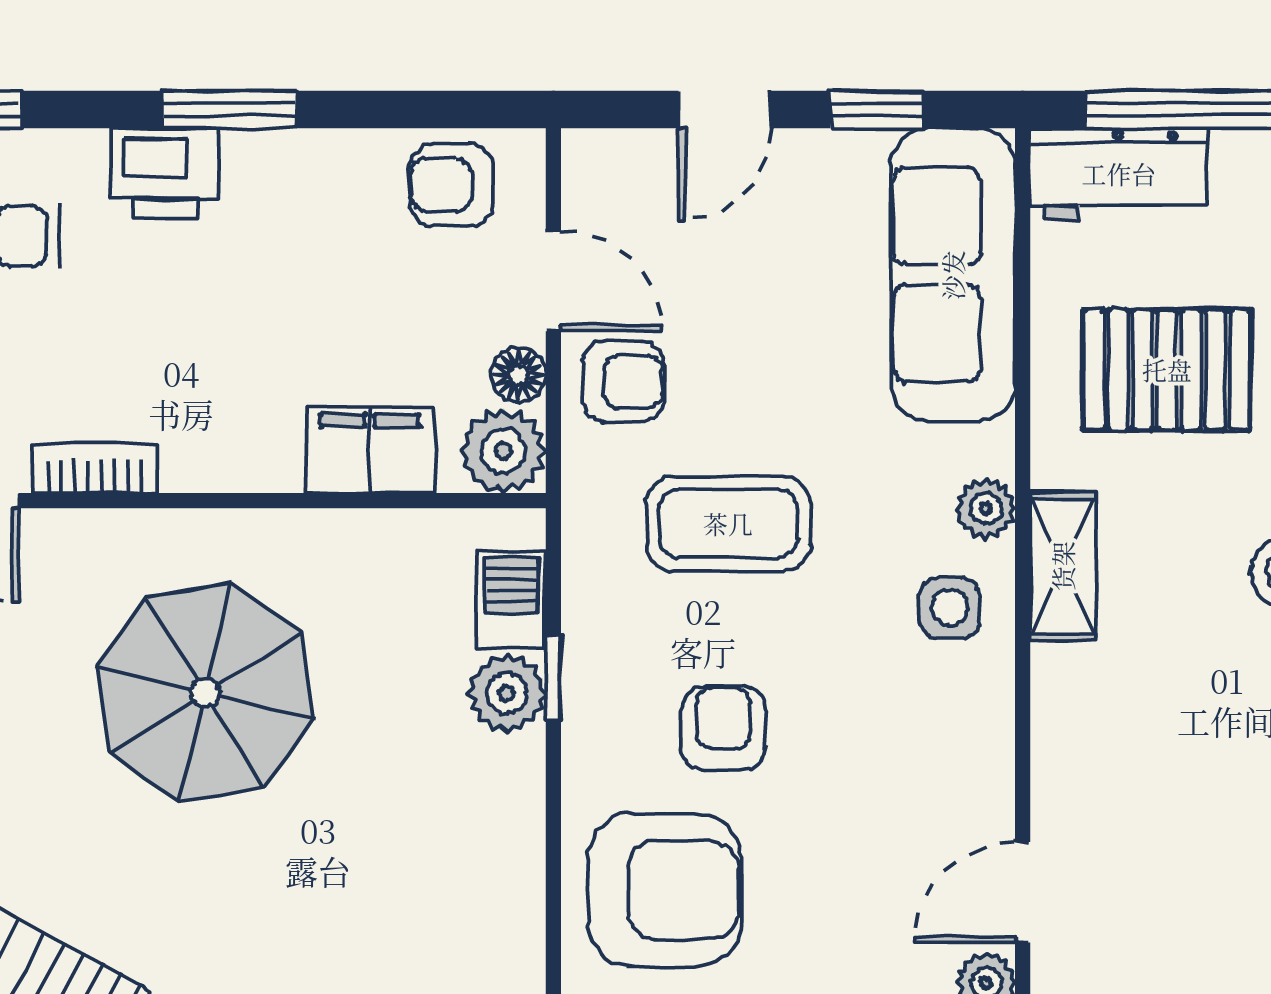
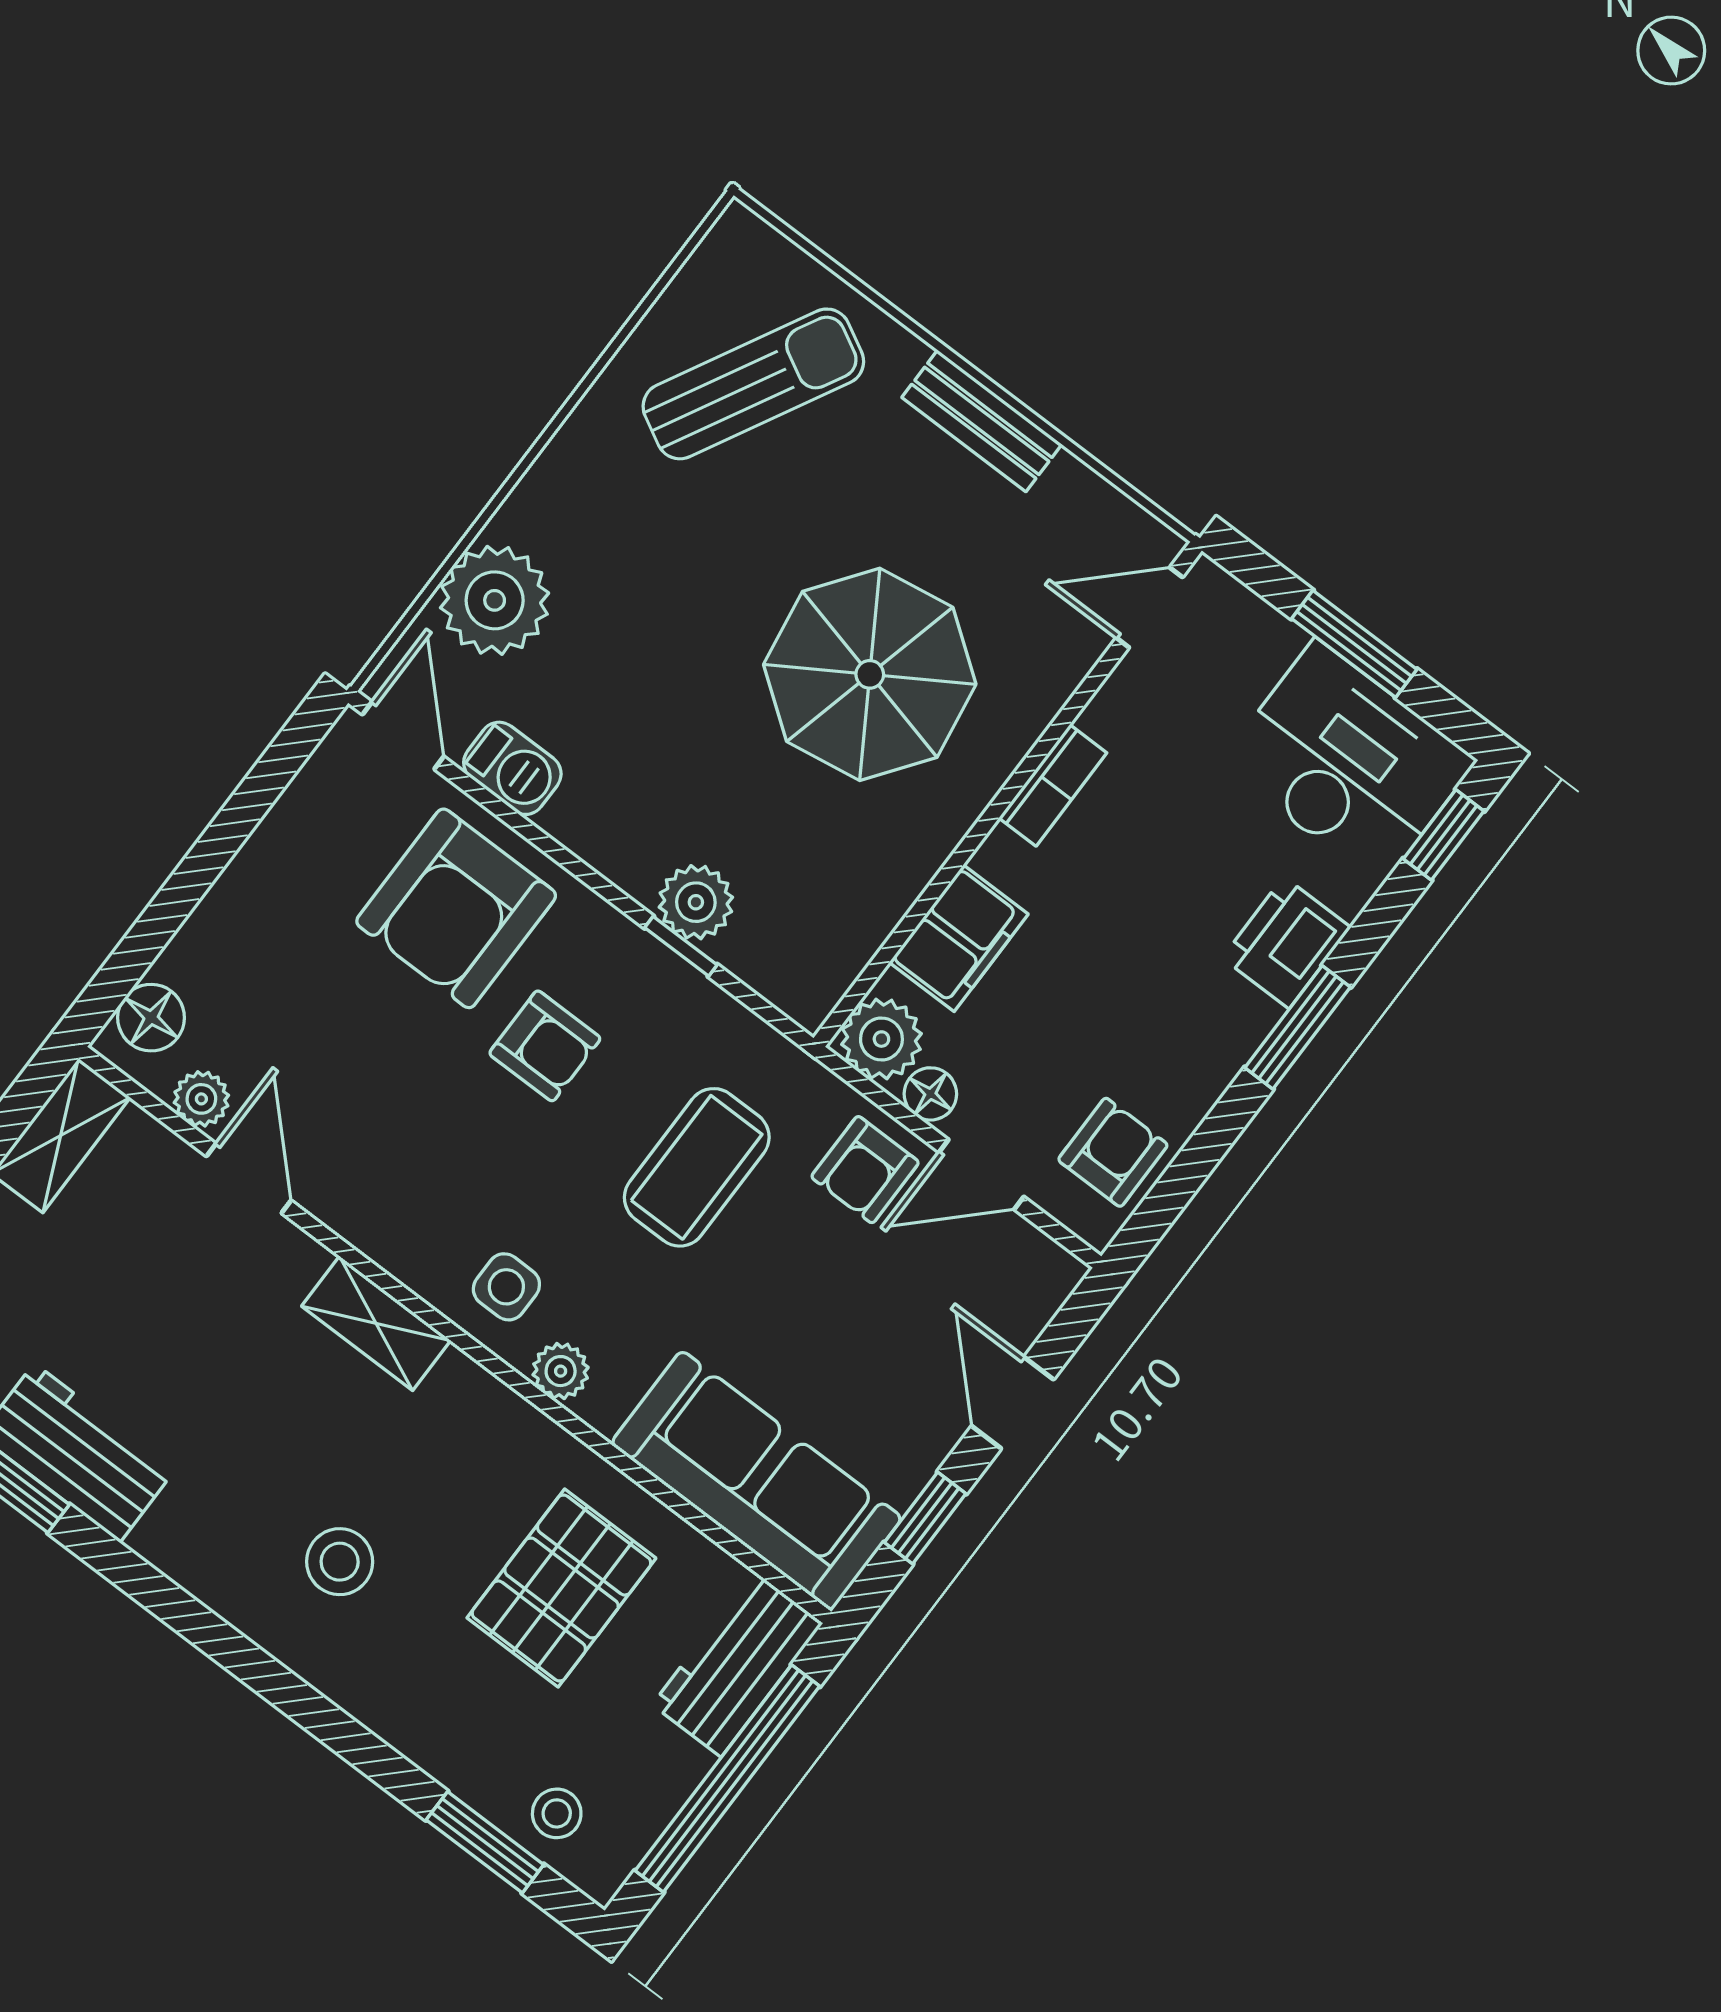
bookcase: (95, 469) -> (1053, 785), moved
shelving: (1063, 566) -> (376, 1323), moved
barbecue: (511, 600) -> (512, 768), moved

